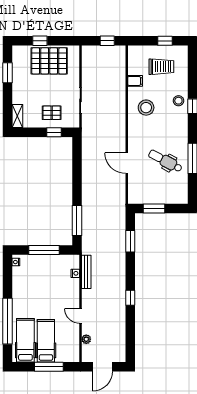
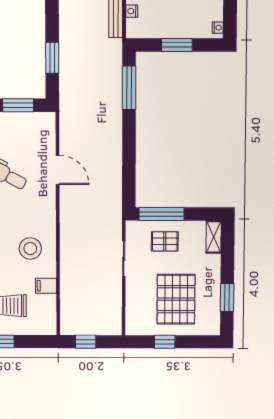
window: (40, 41) -> (165, 342), moved
pallet: (49, 61) -> (176, 299), moved, turned 90
window: (54, 132) -> (162, 214), width x2.17
window: (44, 250) -> (177, 45), width x0.69

